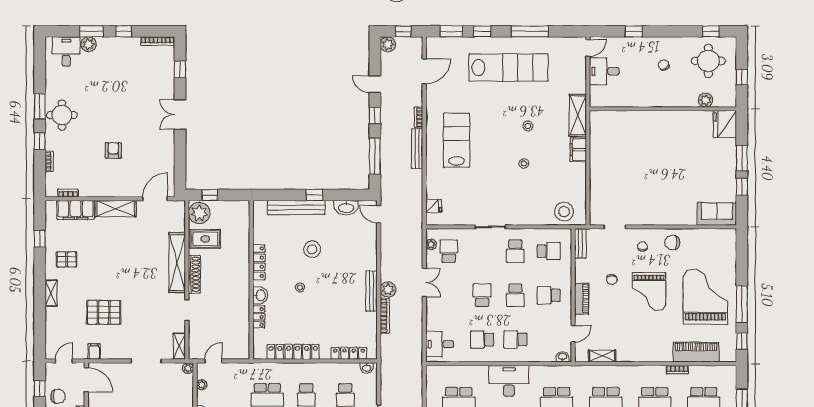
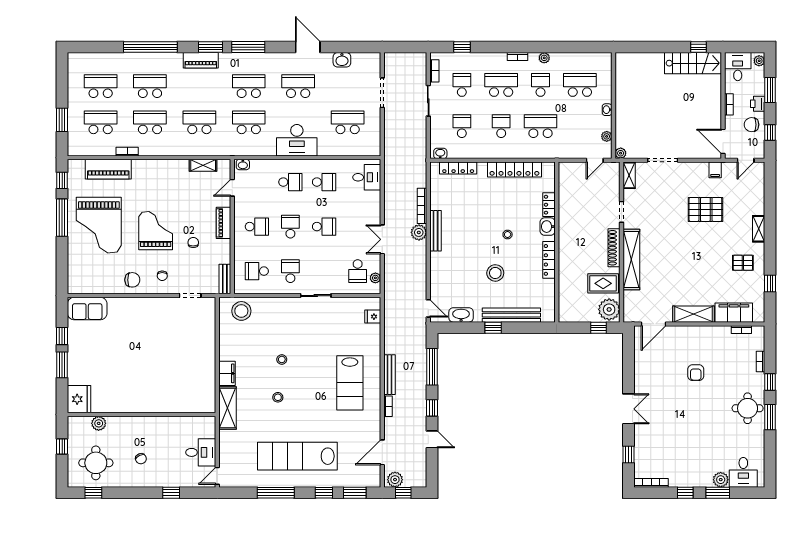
plant: (388, 44) -> (395, 480), moved
school desk: (482, 295) -> (324, 227), turned -90

